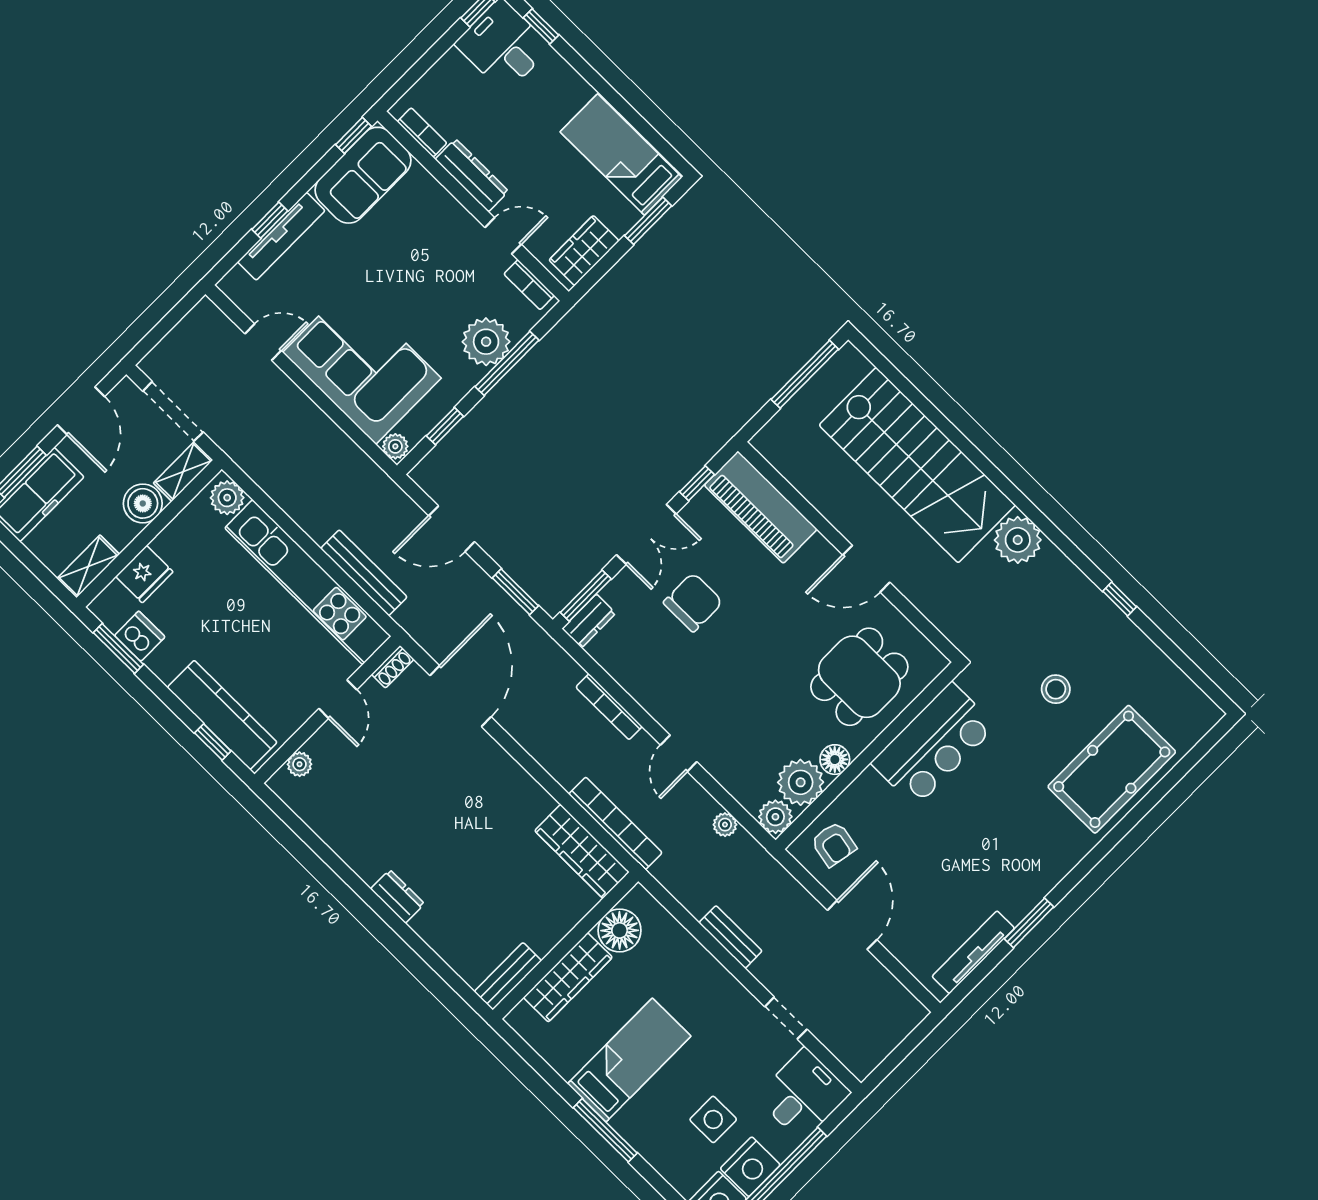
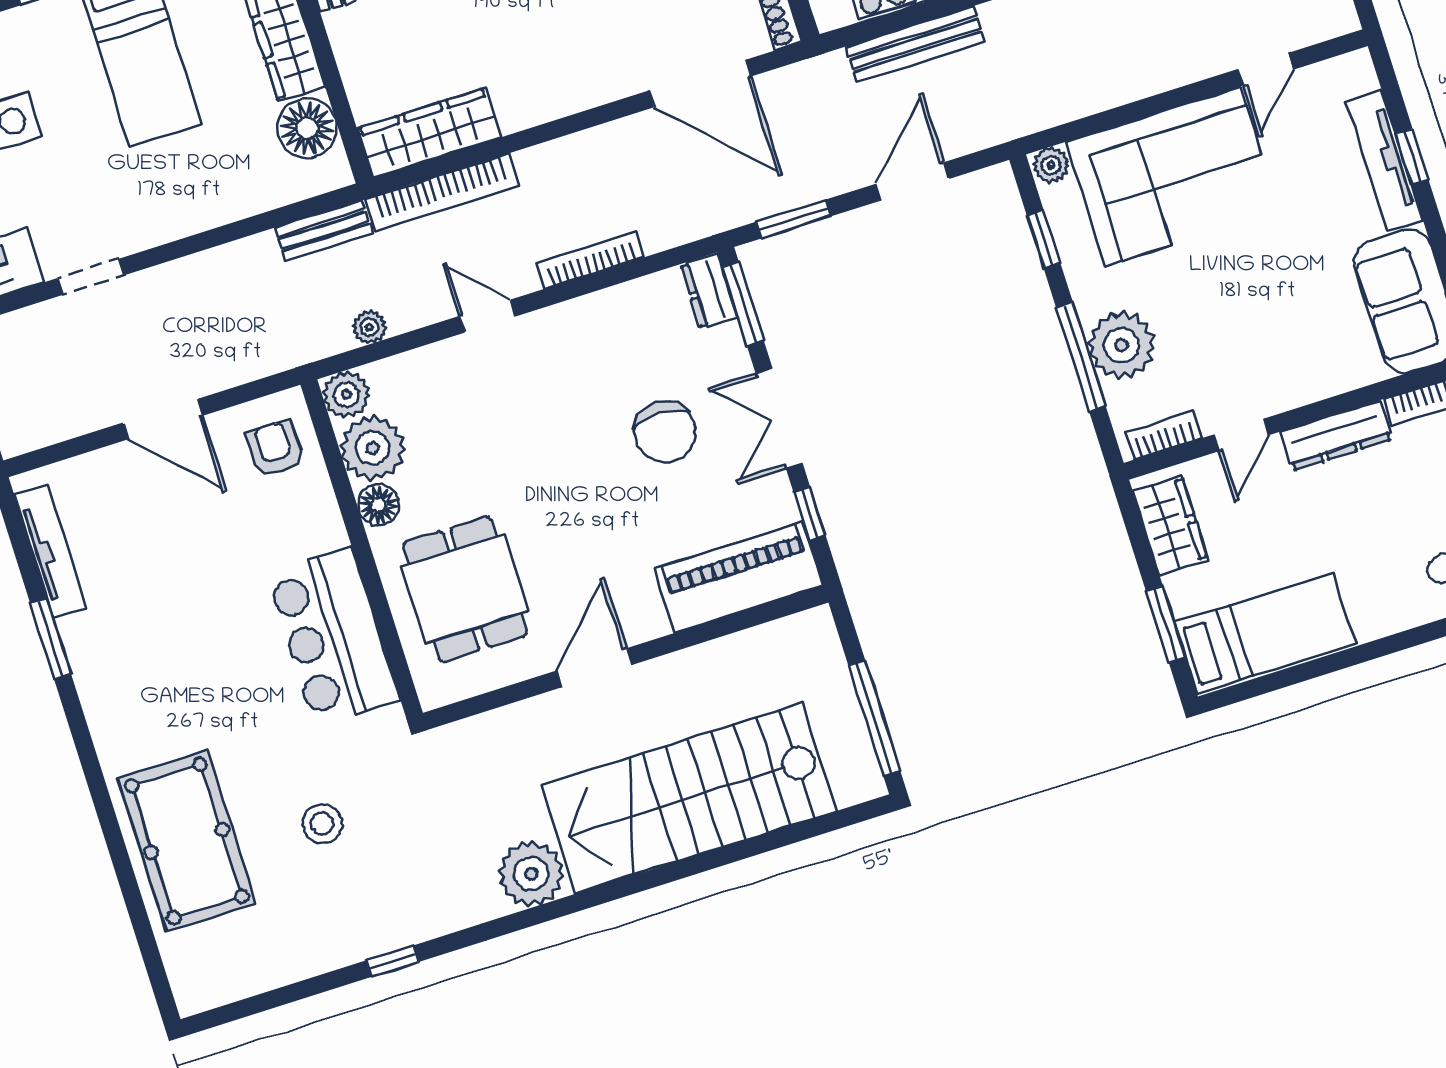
armchair: (834, 844) -> (275, 449), turned 79
bench: (730, 937) -> (323, 230), moved

